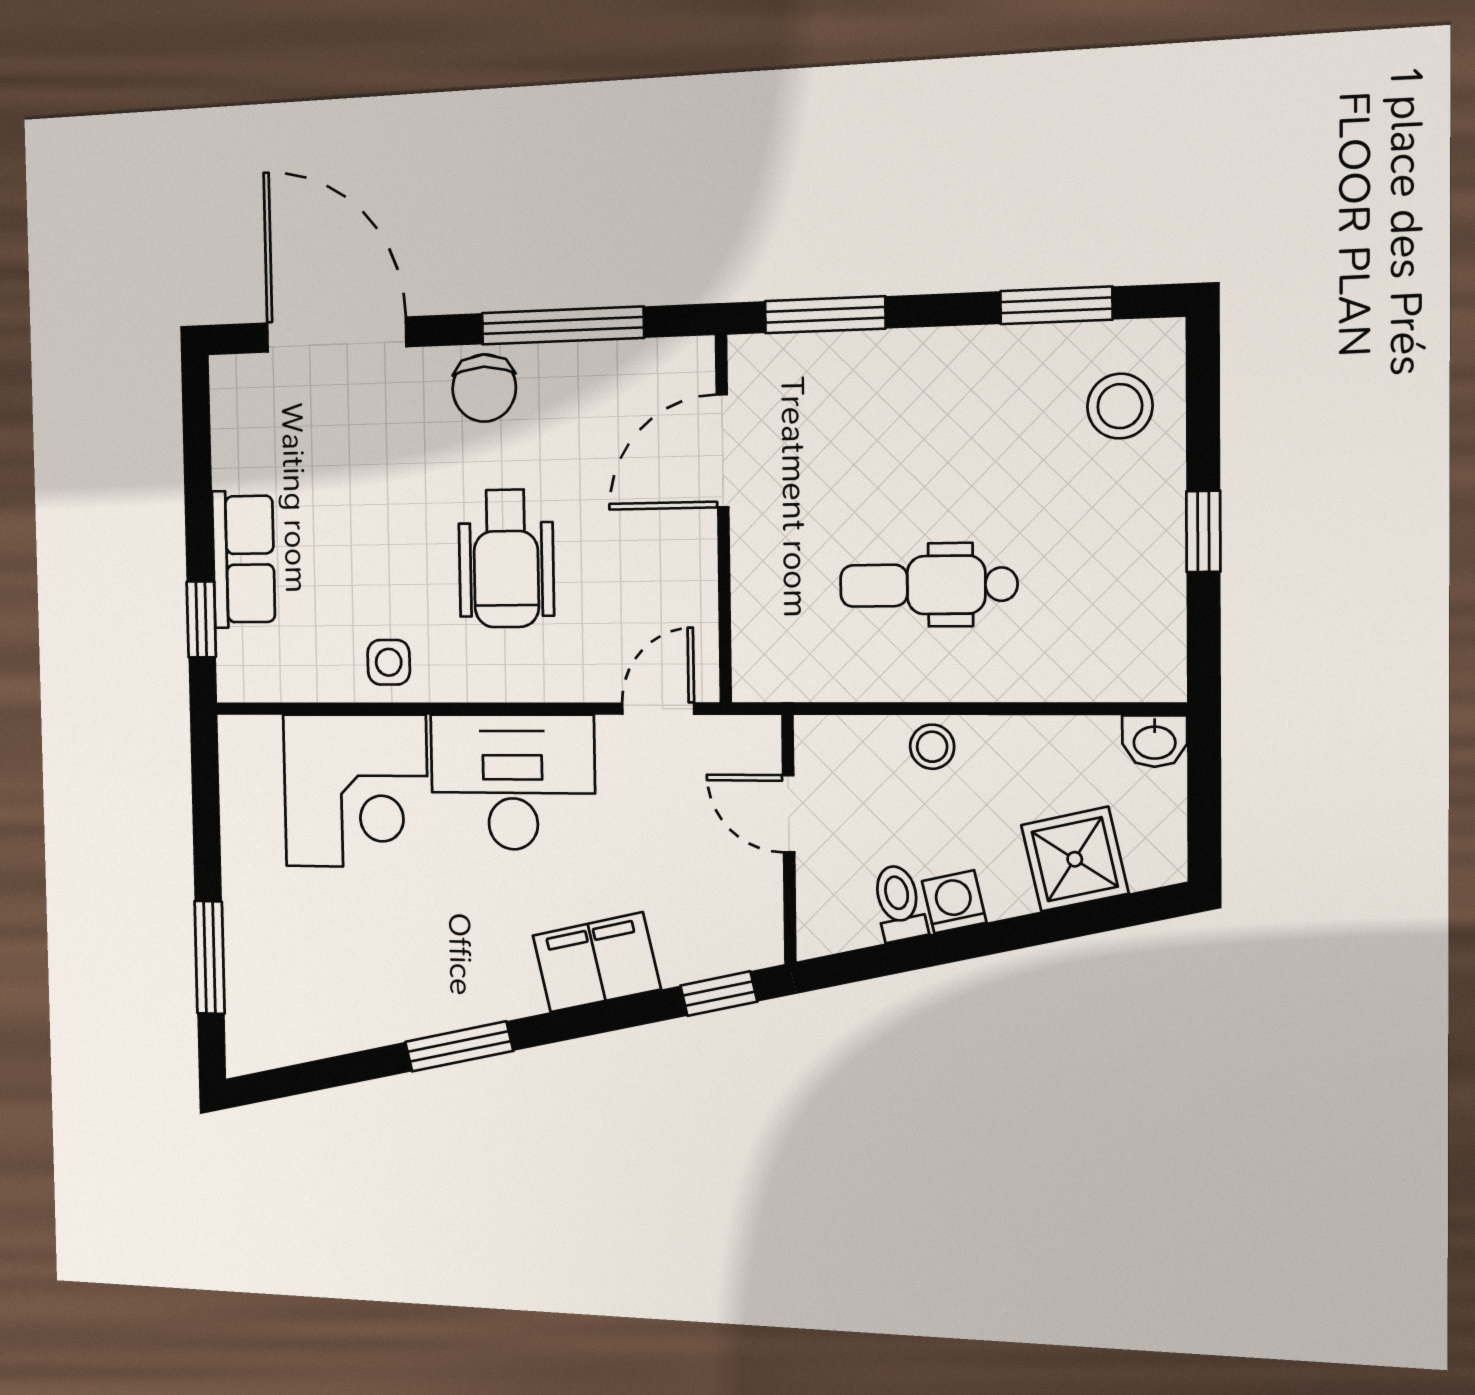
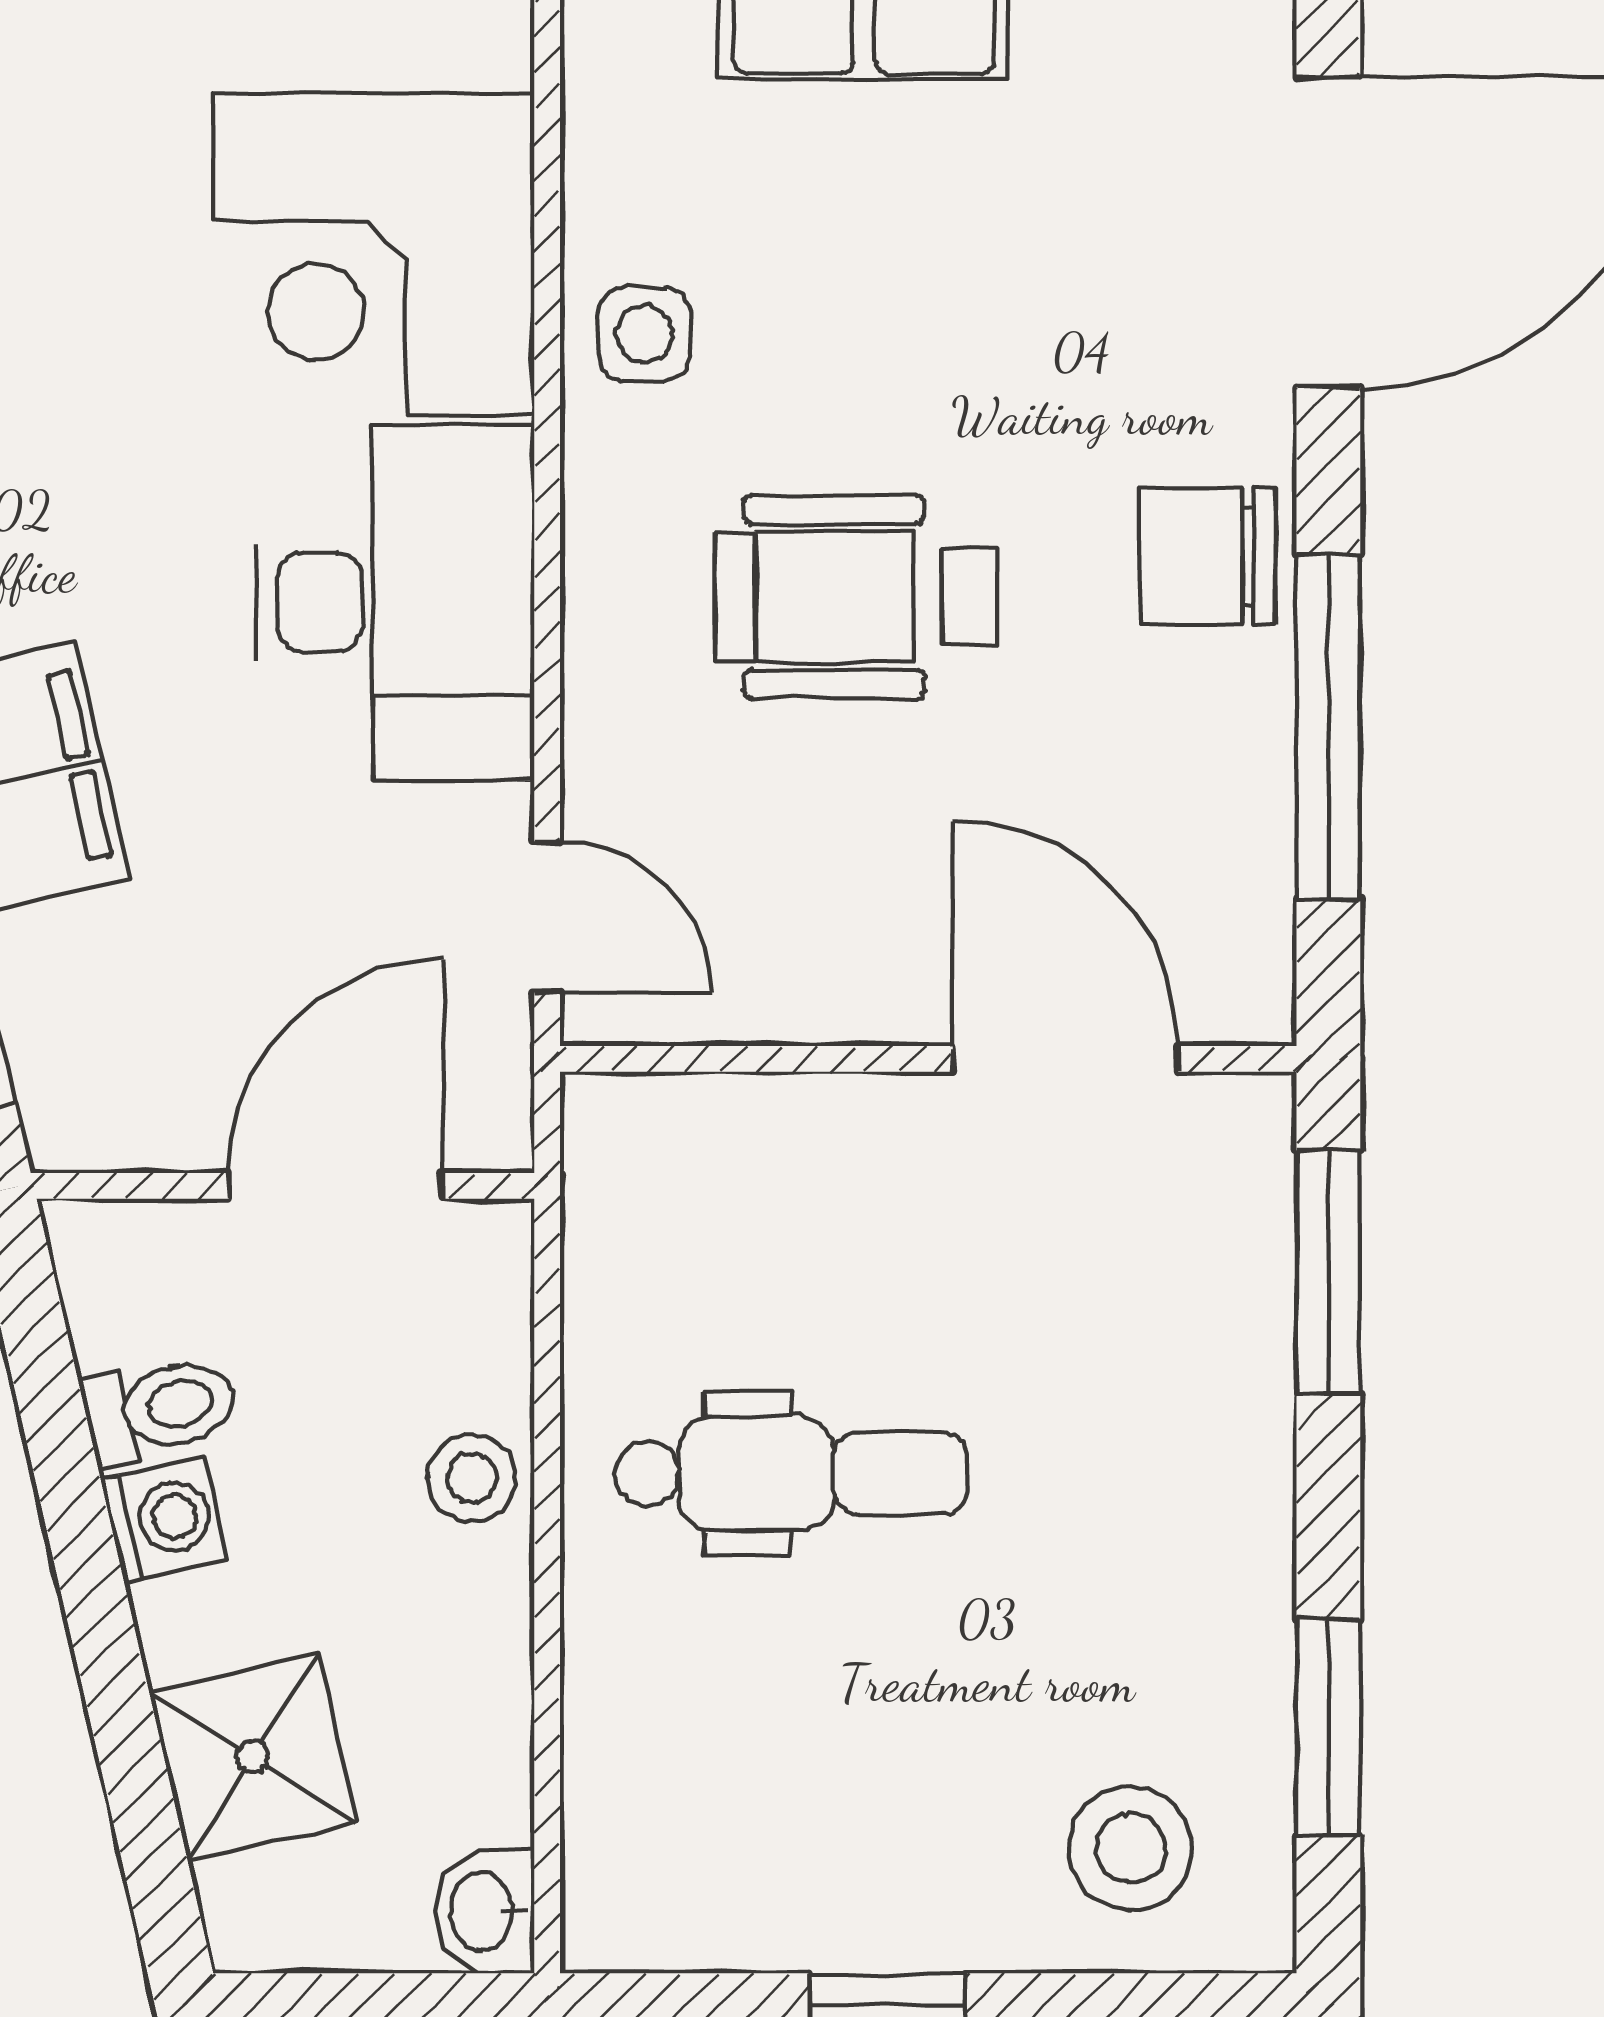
dental chair: (928, 585) -> (791, 1473), turned 90
door: (789, 814) -> (336, 1186), width x1.38

